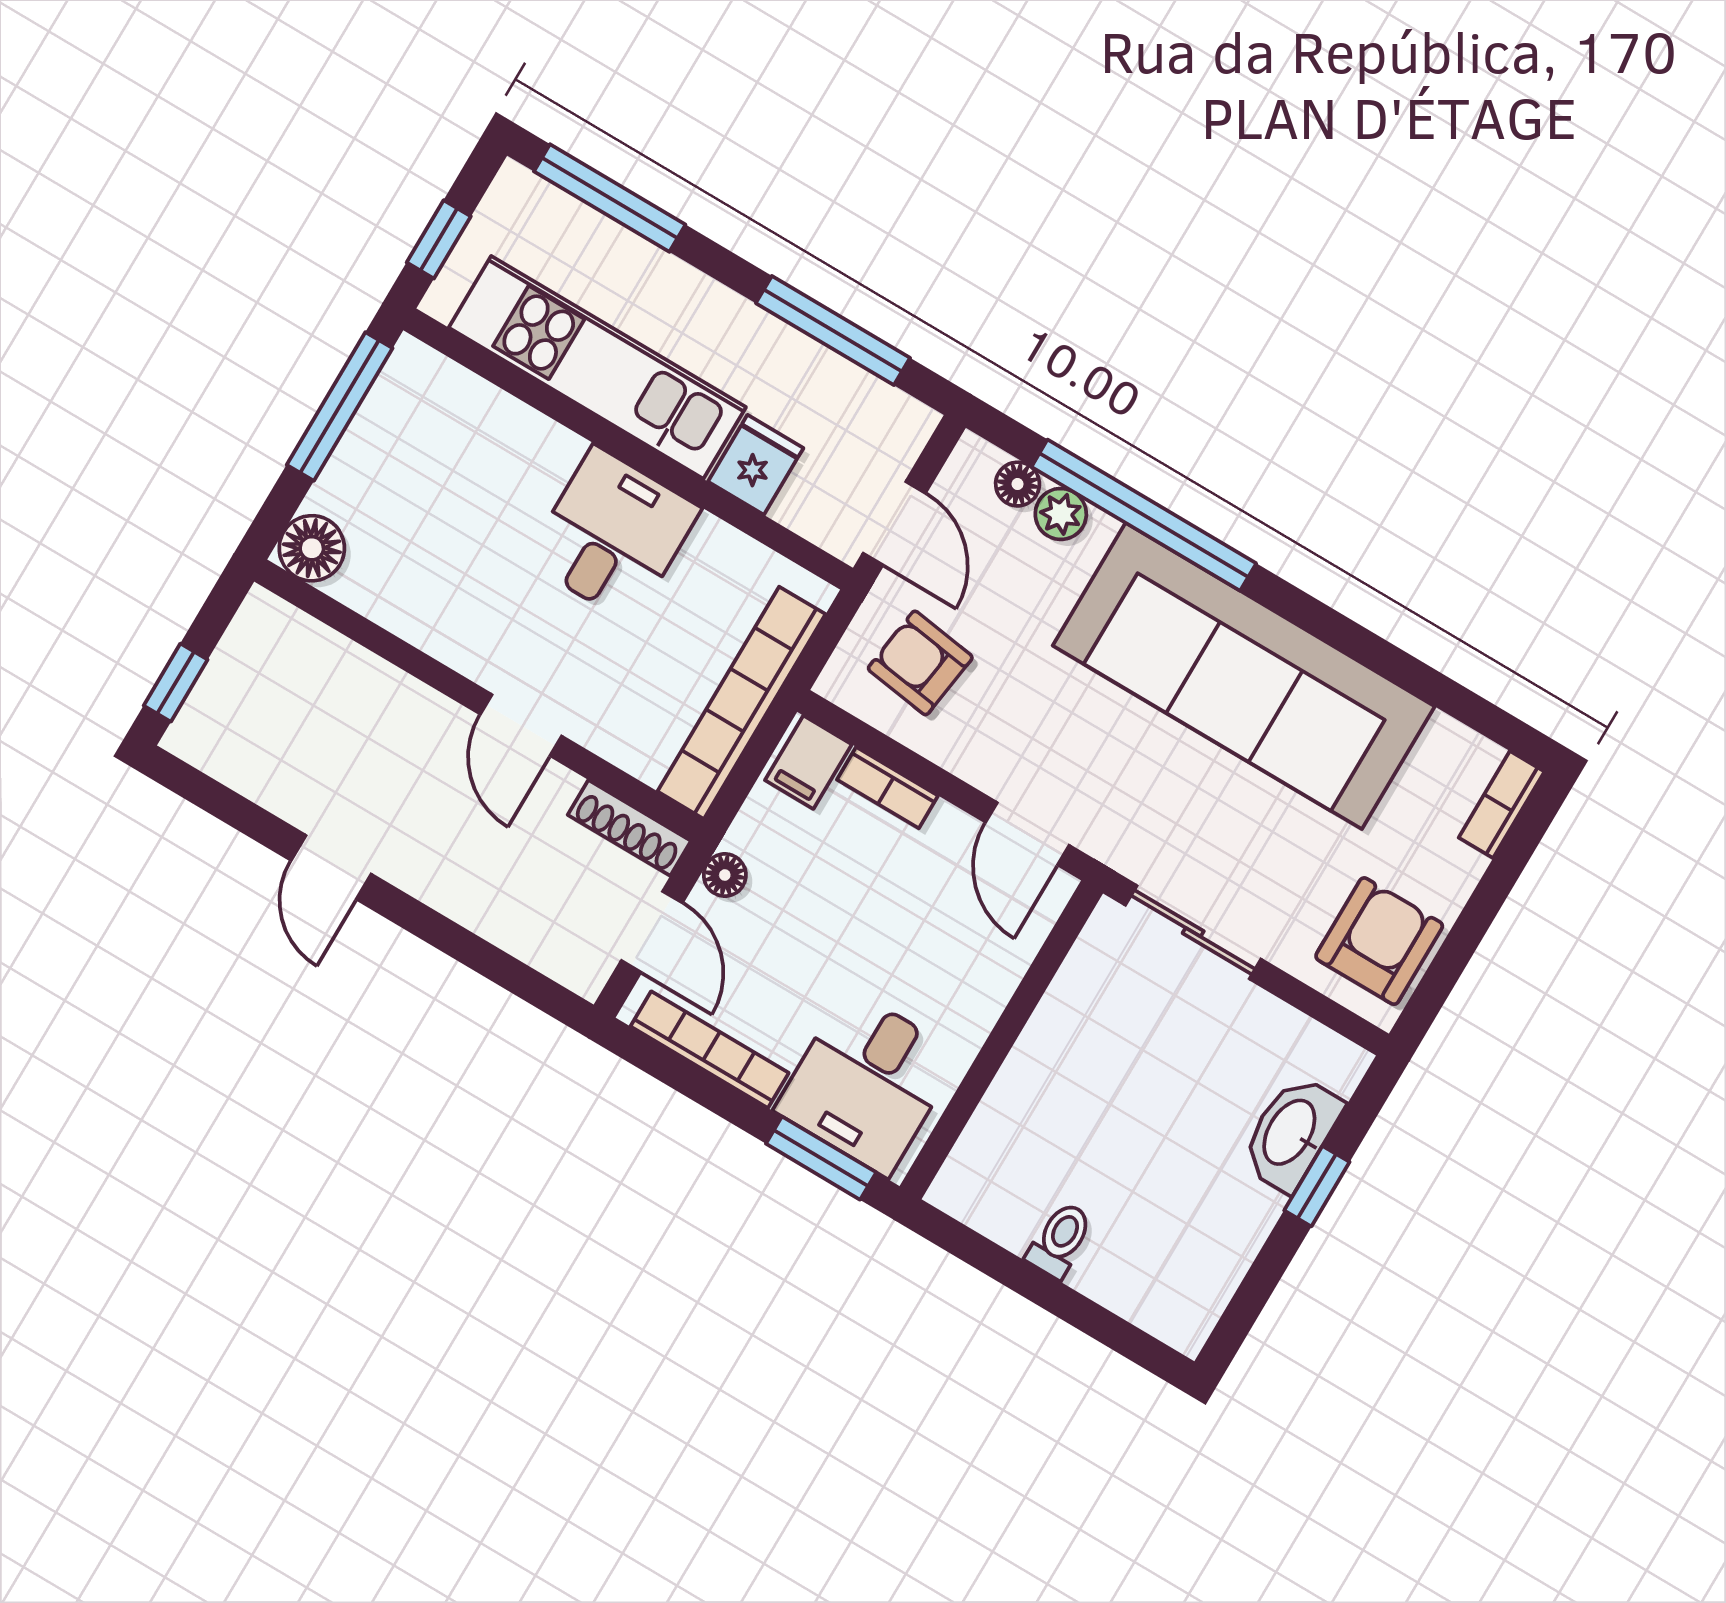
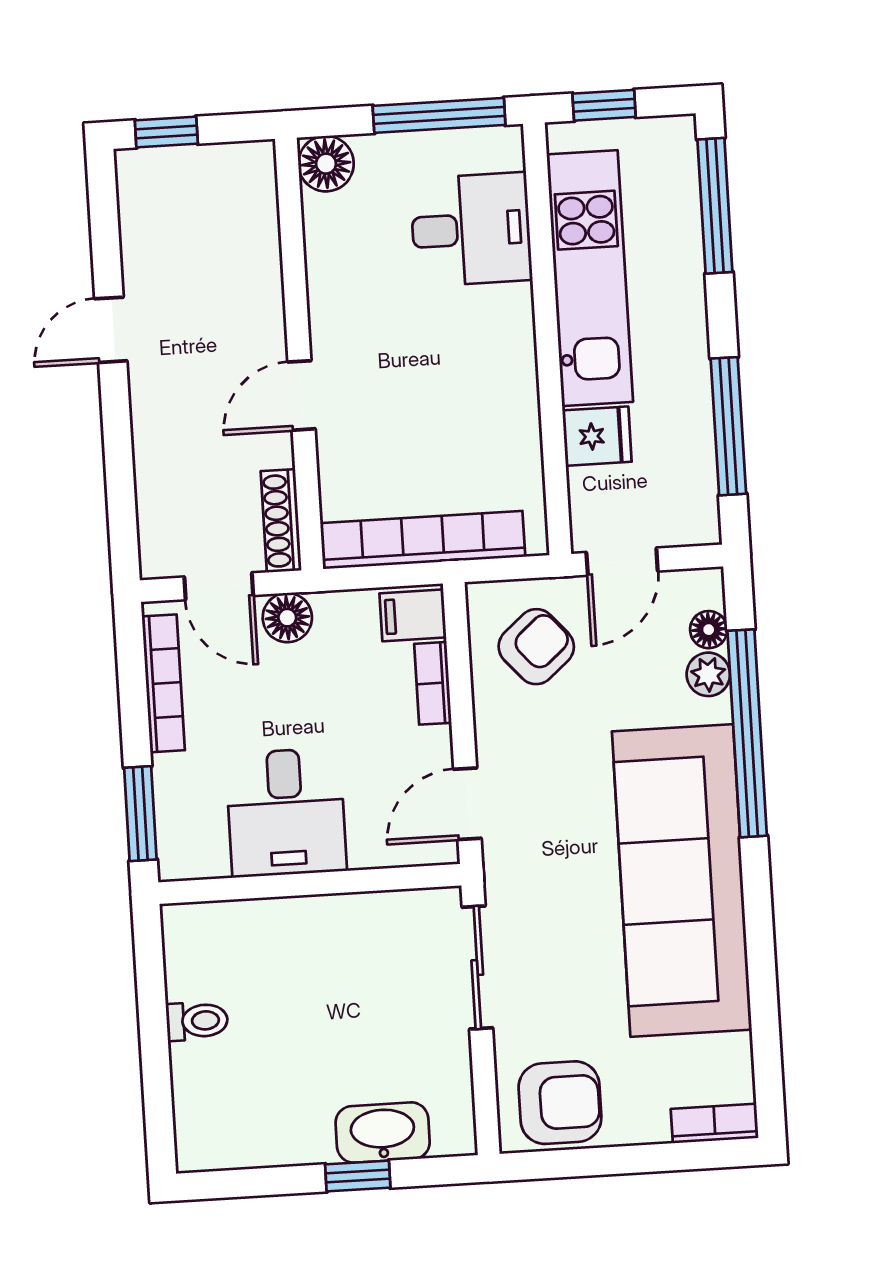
desk: (613, 535) -> (471, 229), moved
armchair: (920, 663) -> (536, 647), turned 41
floor lamp: (725, 875) -> (287, 618), width x1.37, depth x1.37
door: (652, 932) -> (219, 586), hinge flipped
desk: (868, 1082) -> (286, 812), moved, turned -90

